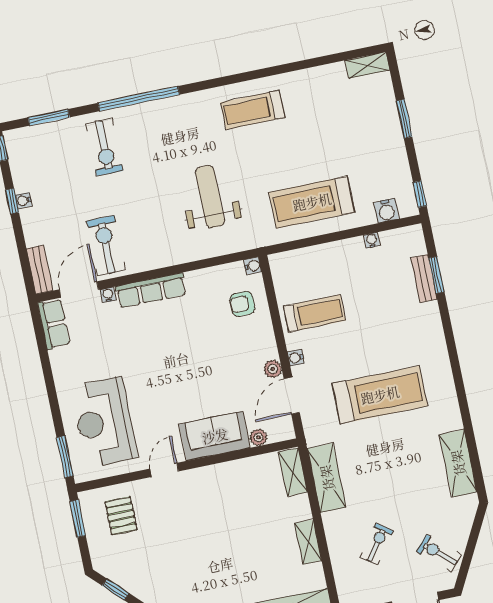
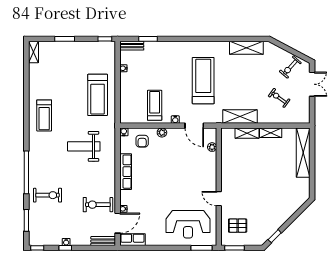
water cooler: (386, 211) -> (110, 58), removed
bench: (424, 278) -> (132, 46), moved
door: (79, 290) -> (118, 223), swing flipped
row of seats: (151, 290) -> (126, 172), moved
plant: (273, 369) -> (162, 133), moved
sofa: (215, 436) -> (207, 169), removed
shelving: (293, 472) -> (247, 133), moved

